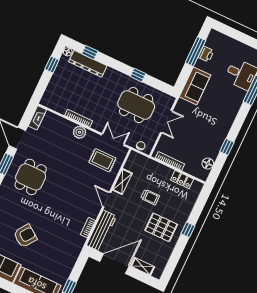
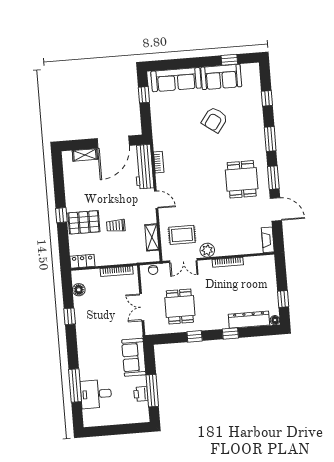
window: (90, 52) -> (230, 333), moved
dining table: (136, 105) -> (180, 307), width x0.73
plant: (80, 132) -> (207, 250), moved
locker: (182, 180) -> (82, 261), moved
shelving: (122, 182) -> (152, 237), moved
pallet: (161, 227) -> (84, 222), moved

